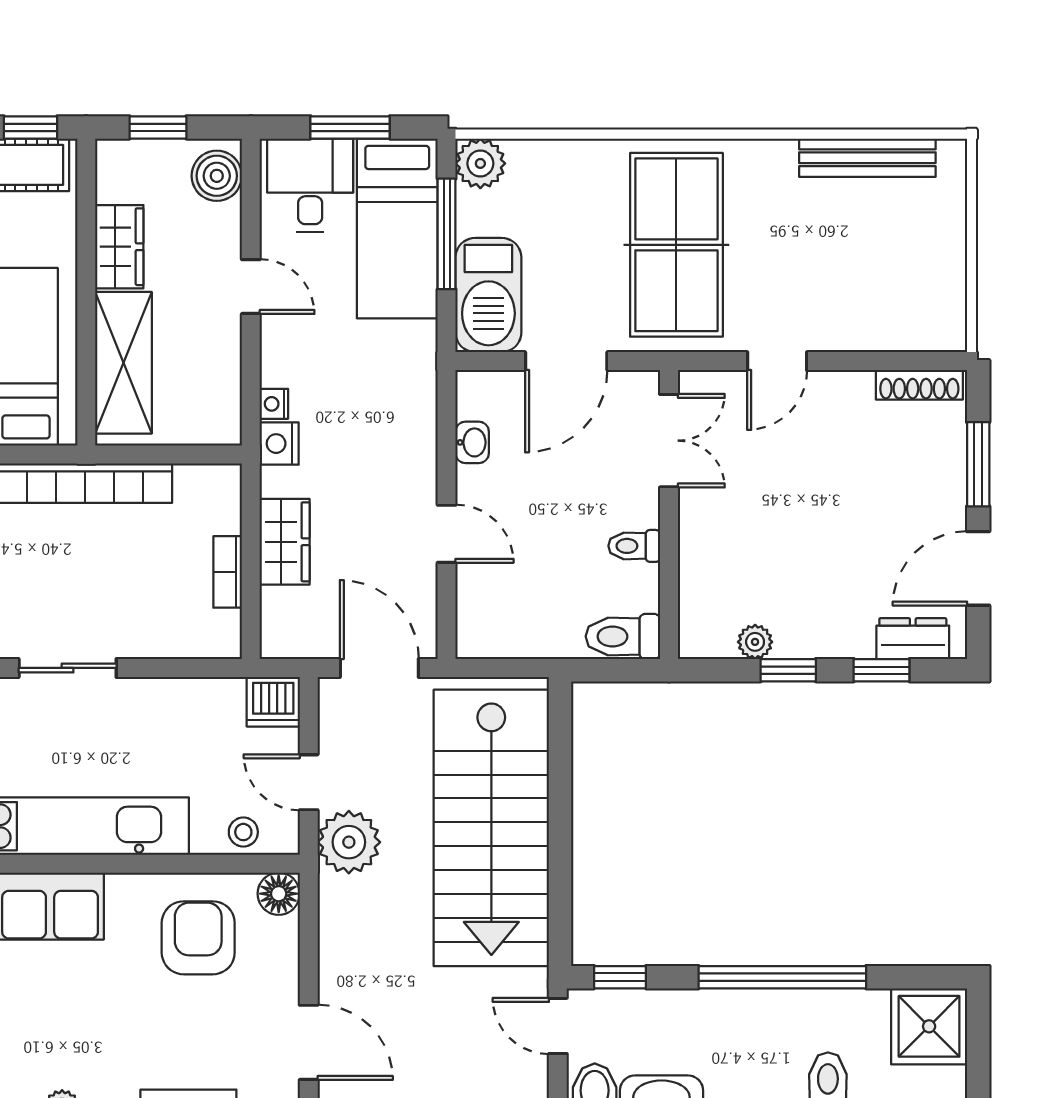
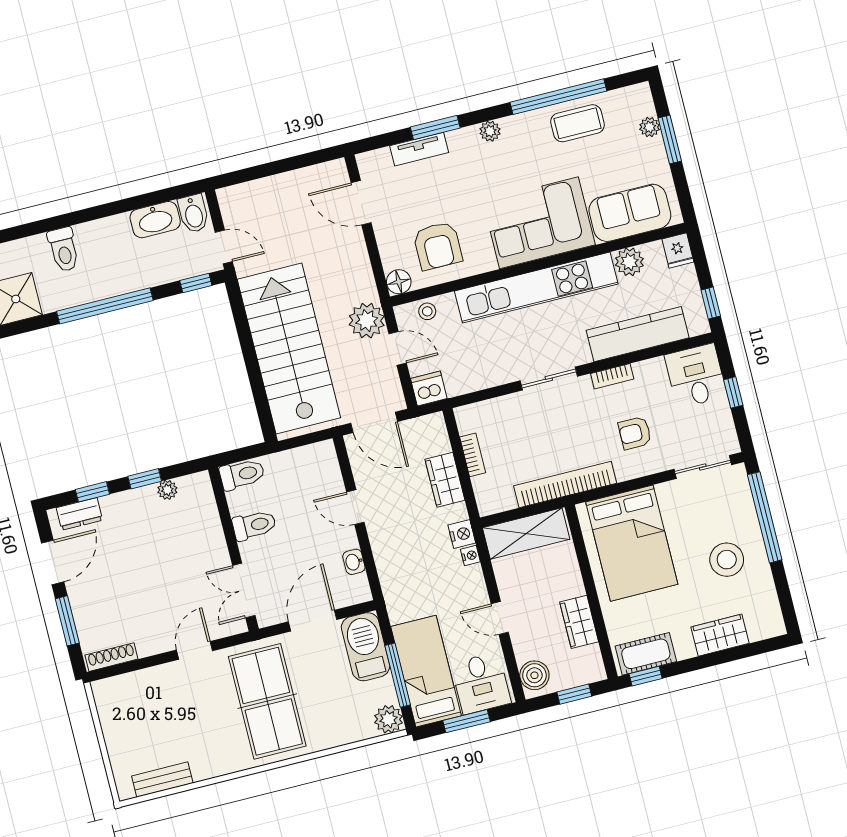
bench: (867, 158) -> (162, 780), width x0.73
shelving: (123, 363) -> (526, 534), moved, turned 90
toilet: (634, 546) -> (254, 525), width x1.37, depth x1.39

